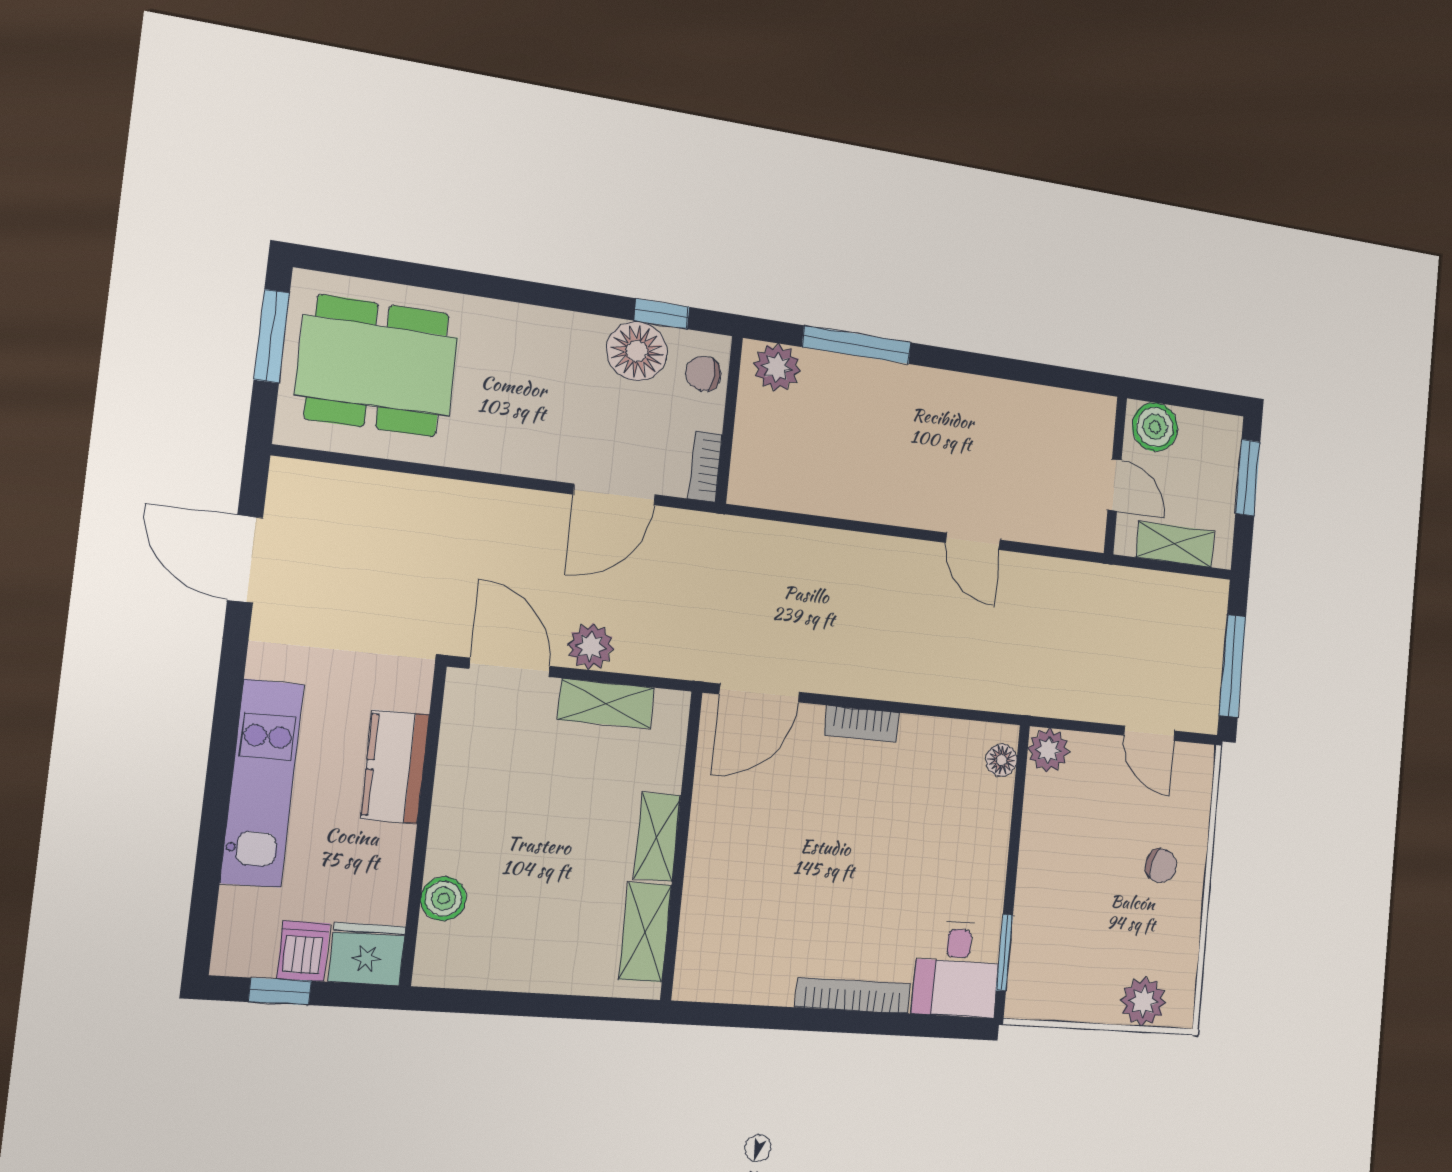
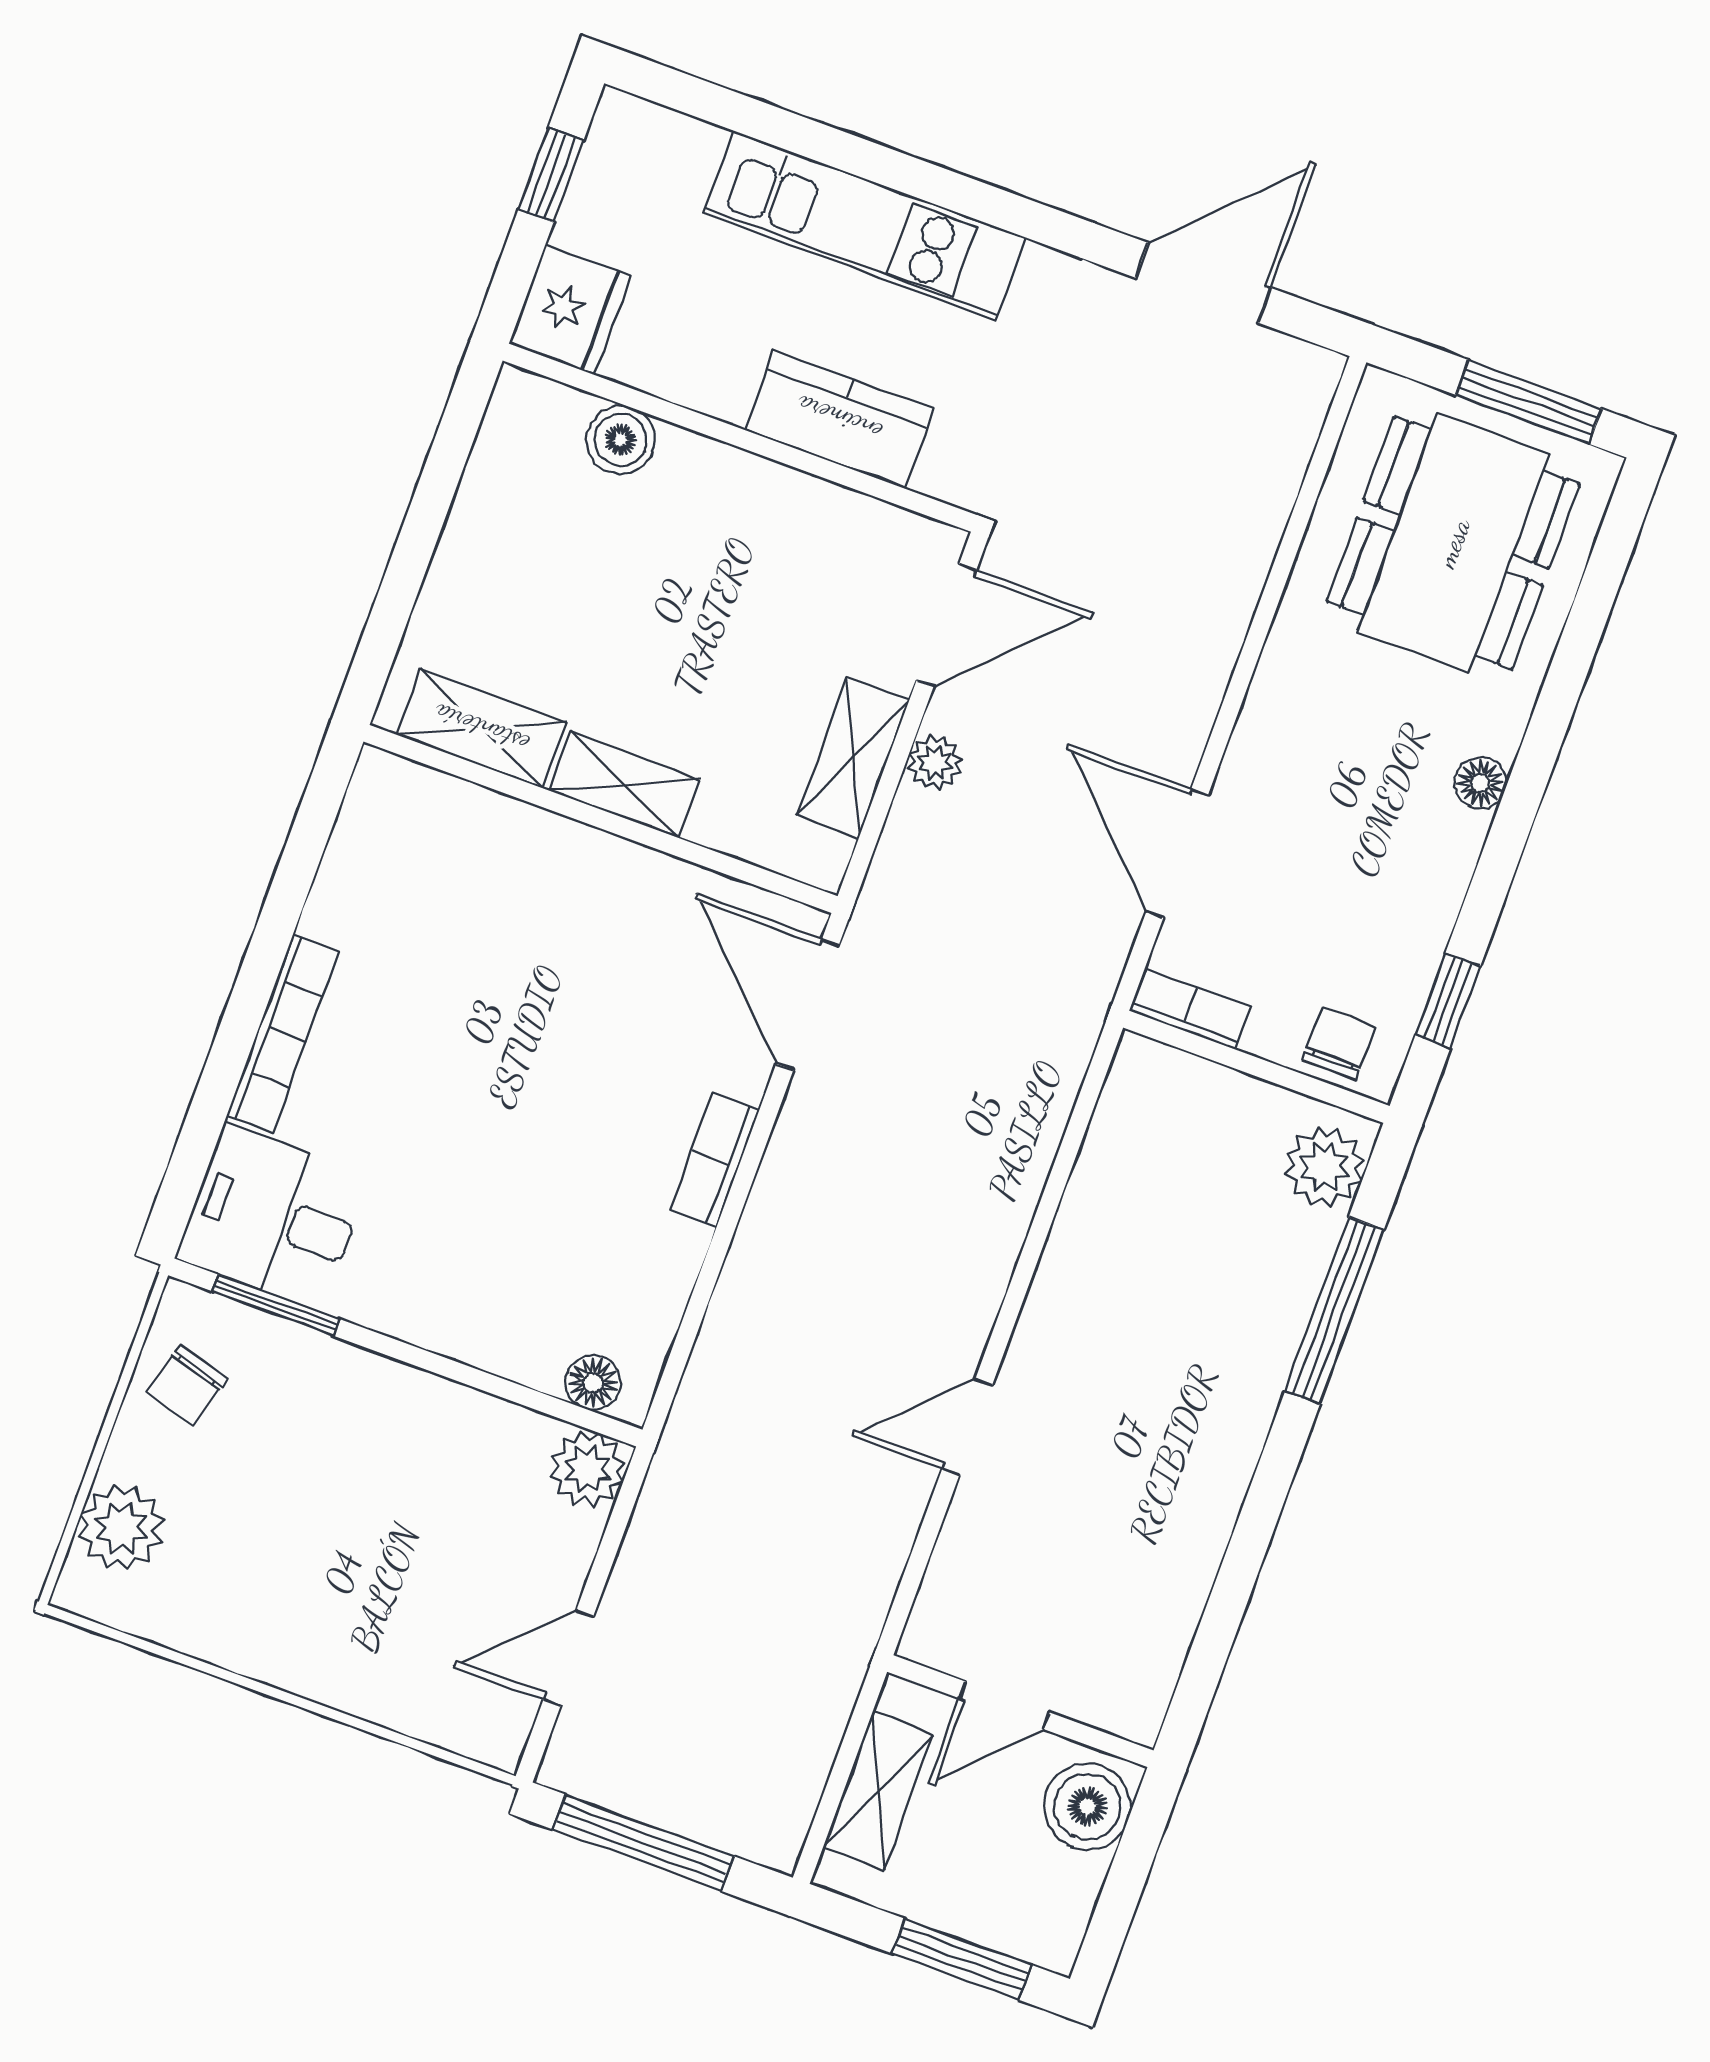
floor lamp: (637, 351) -> (1480, 783), moved, width x0.53, depth x0.53
plant: (591, 646) -> (935, 763), width x0.73, depth x0.73
chair: (1161, 866) -> (187, 1385), moved
dishwasher: (303, 951) -> (601, 222), removed

